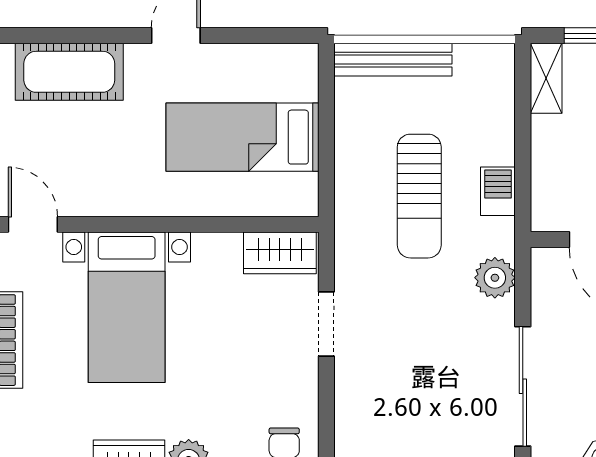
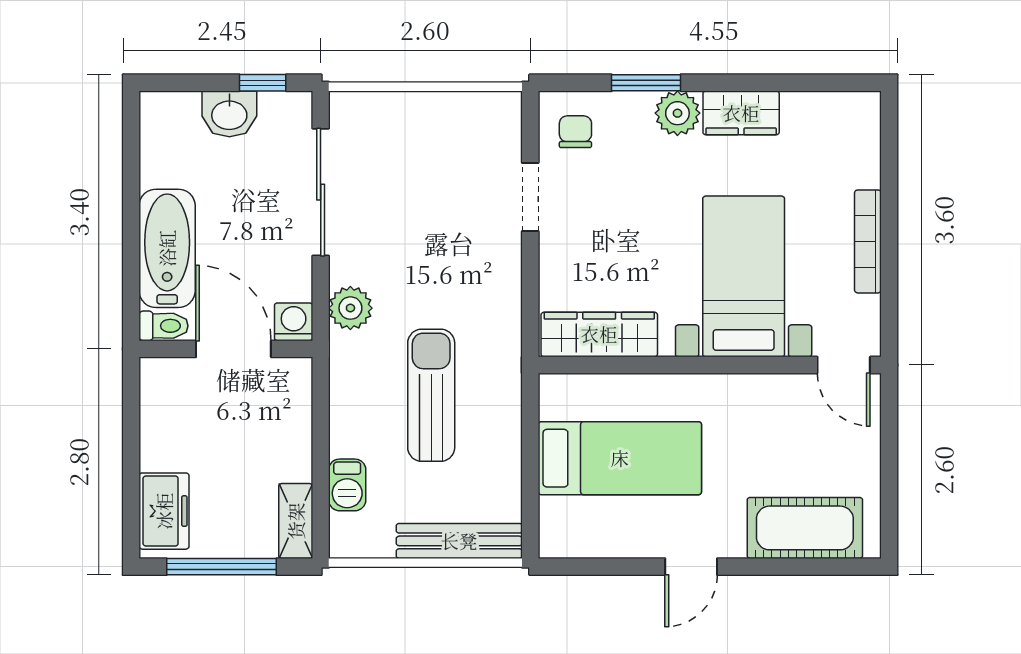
barbecue: (498, 191) -> (347, 485), moved
wardrobe: (280, 253) -> (599, 334), width x1.50
washing machine: (548, 265) -> (294, 322), added
doorway: (326, 324) -> (530, 197), moved

